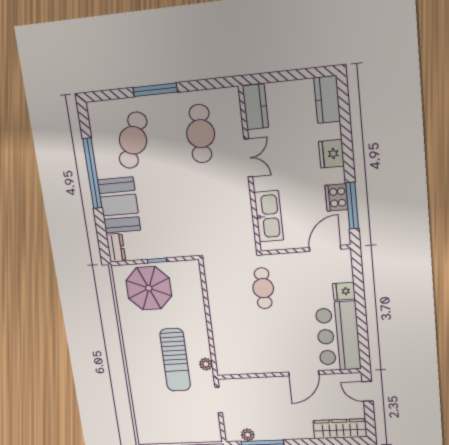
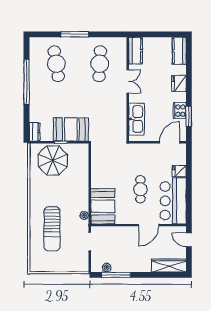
cafe table: (133, 140) -> (56, 64), turned -30
booth: (119, 205) -> (71, 129), moved, turned 90
window: (352, 206) -> (189, 117), width x0.69
cafe table: (263, 288) -> (140, 189), moved
booth: (232, 350) -> (103, 206), added
sun lounger: (175, 360) -> (52, 229), moved

